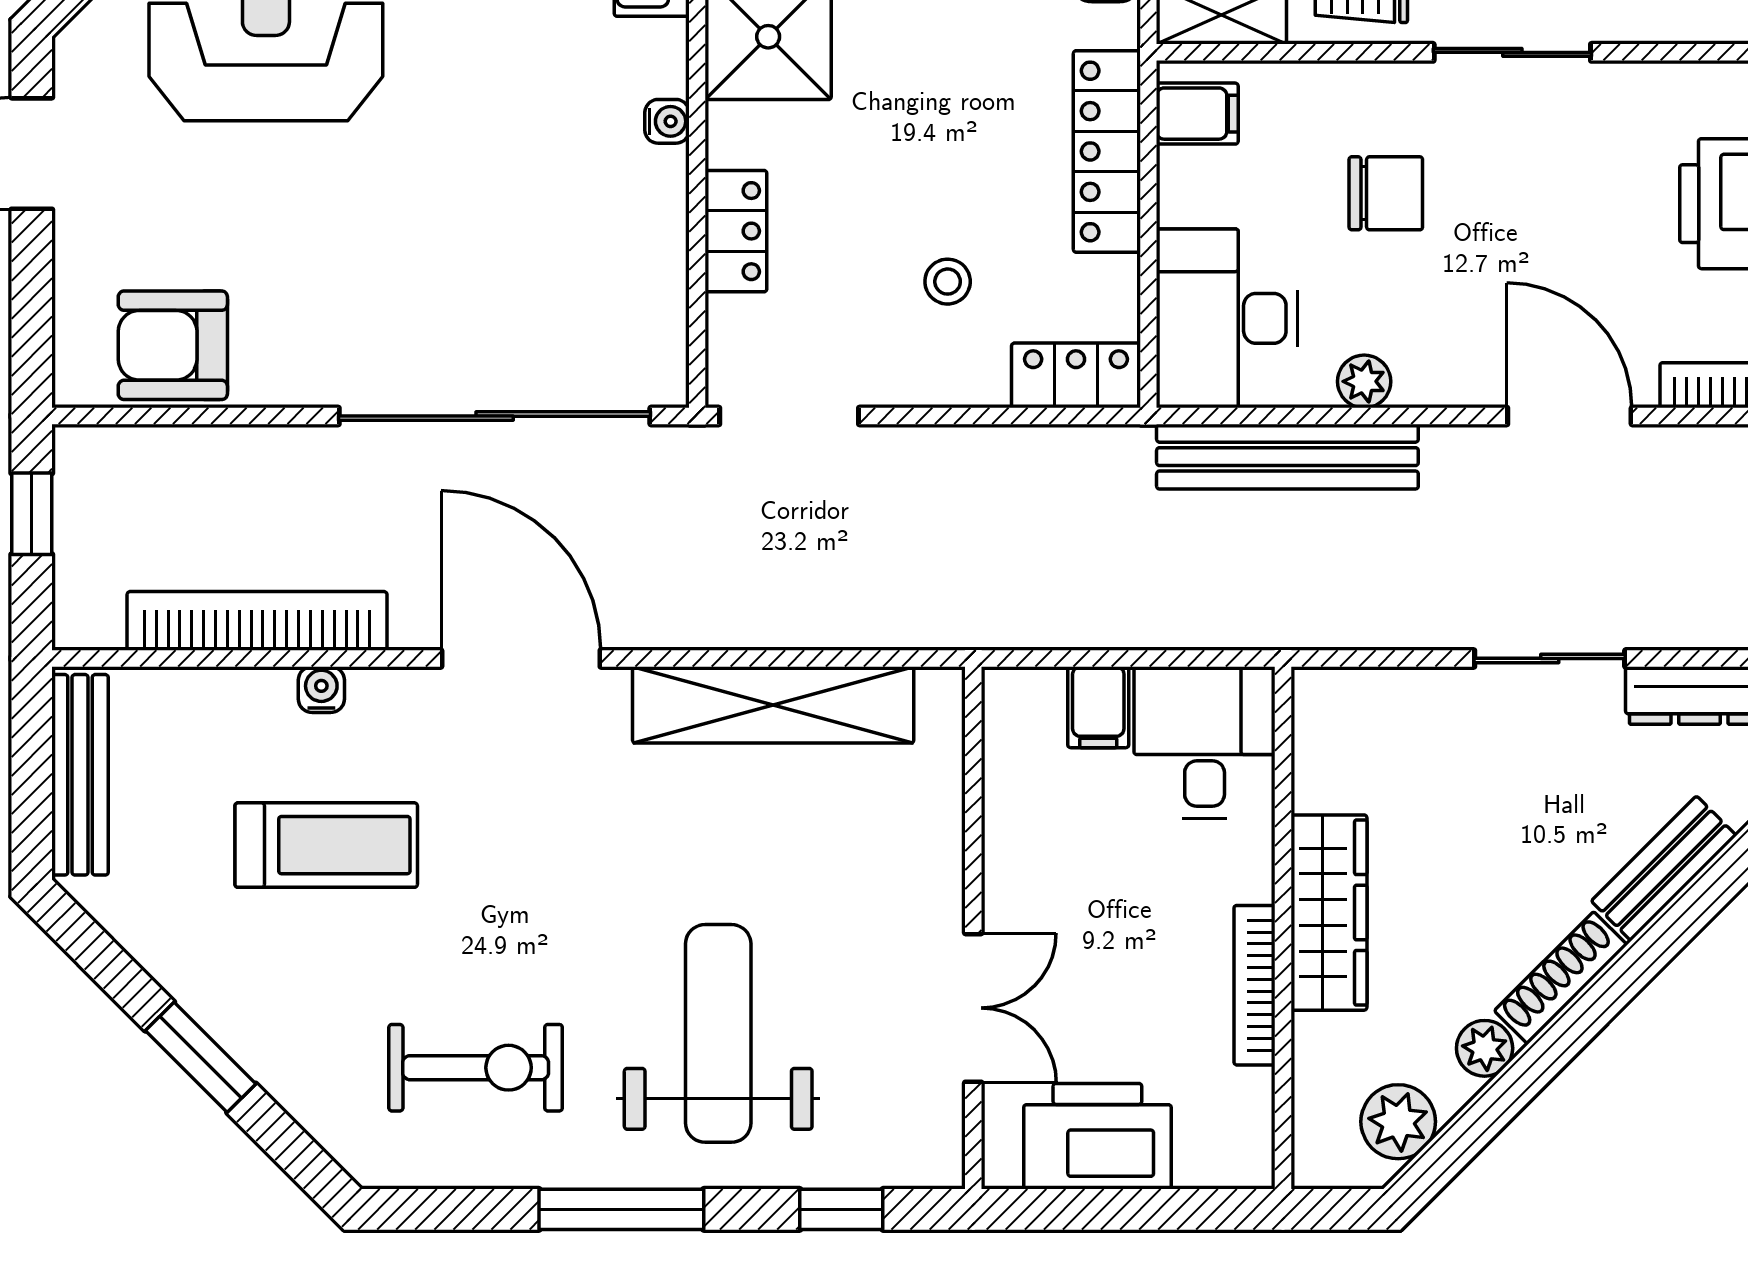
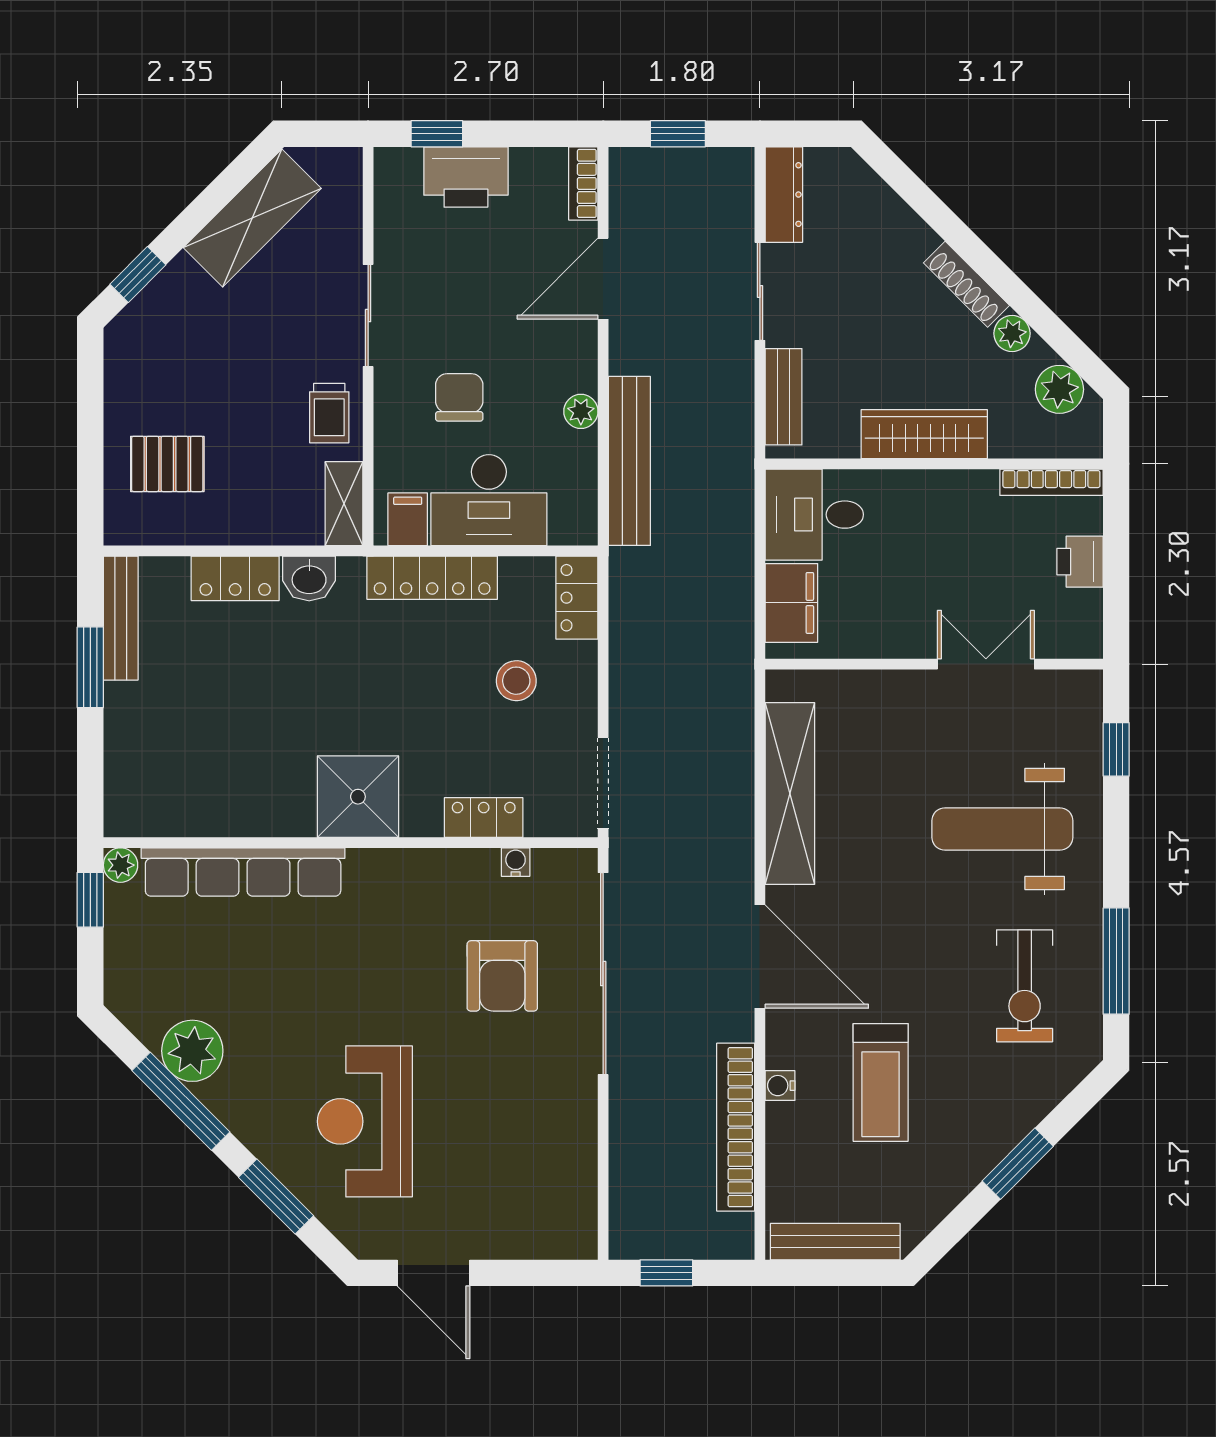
water cooler: (667, 121) -> (516, 862), moved
stool: (948, 282) -> (516, 681), width x1.37, depth x1.37
desk: (1227, 318) -> (489, 500), moved
armchair: (173, 345) -> (502, 976), moved
door: (521, 658) -> (760, 957), swing flipped
filing cabinet: (1098, 707) -> (791, 603), width x2.00
treadmill: (326, 845) -> (881, 1082), turned 180
bench: (1664, 868) -> (784, 397), moved, turned 45
bookcase: (1255, 985) -> (1051, 482), moved
exercise bike: (476, 1068) -> (1025, 986), turned 180
printer: (1097, 1136) -> (1080, 562), width x0.53, depth x0.68
window: (621, 1209) -> (1116, 961), moved

